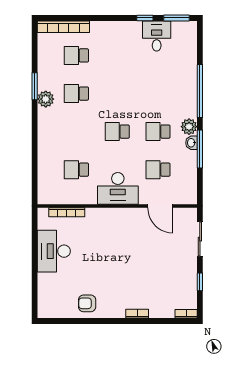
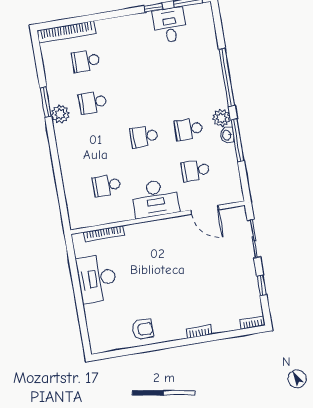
armchair: (87, 303) -> (143, 329), turned 180

